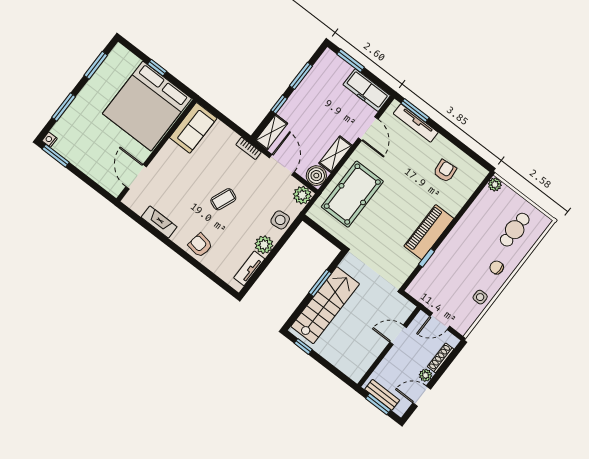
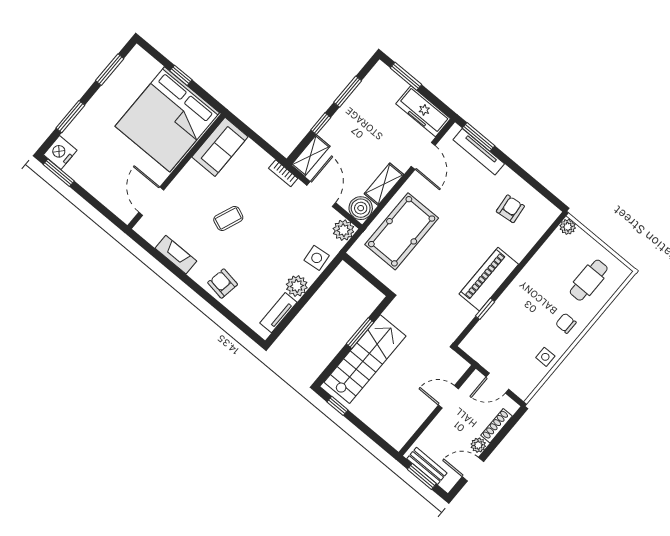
nightstand: (50, 140) -> (60, 152), width x1.89, depth x1.79
coffee table: (223, 199) -> (228, 218), moved

